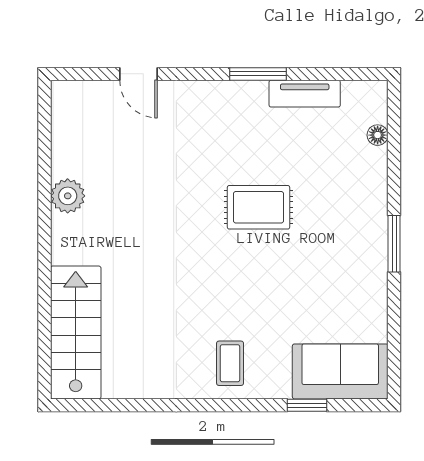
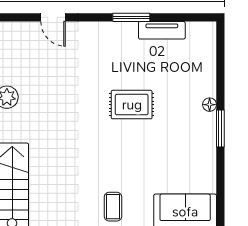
floor lamp: (378, 135) -> (210, 105), moved

